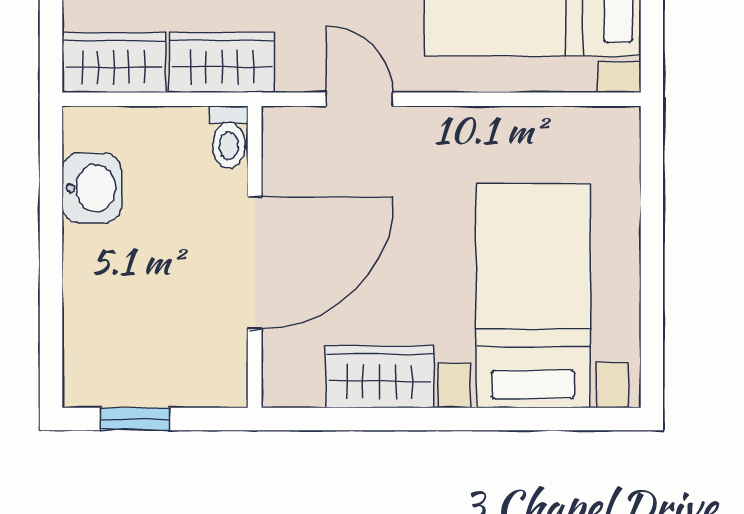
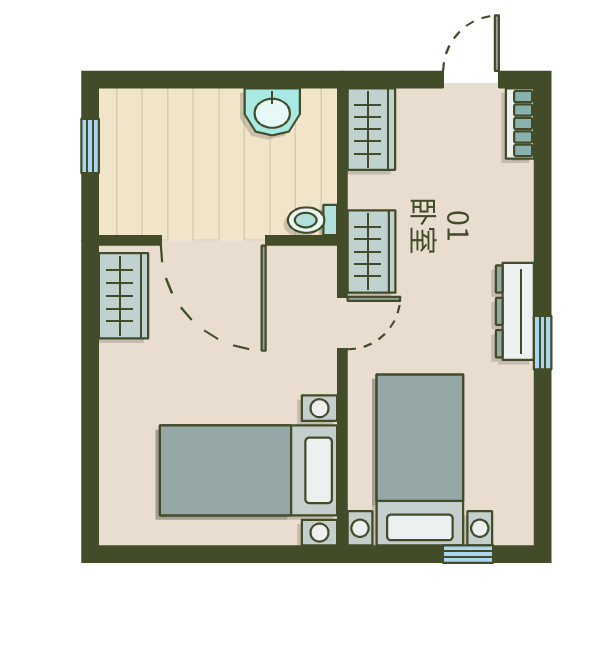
wardrobe: (222, 62) -> (372, 252), moved
bed with nightstands: (533, 296) -> (249, 470), moved, turned 180
wardrobe: (380, 377) -> (123, 296), moved

